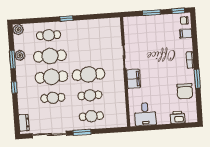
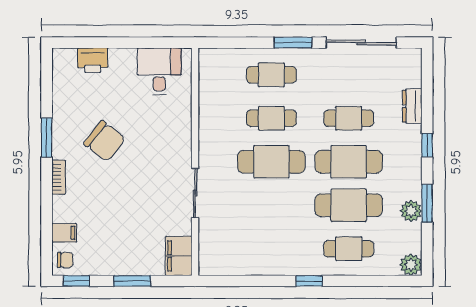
filing cabinet: (133, 79) -> (179, 256), moved
chair: (185, 91) -> (105, 141), moved, turned 128
dresser: (24, 123) -> (412, 106), moved

